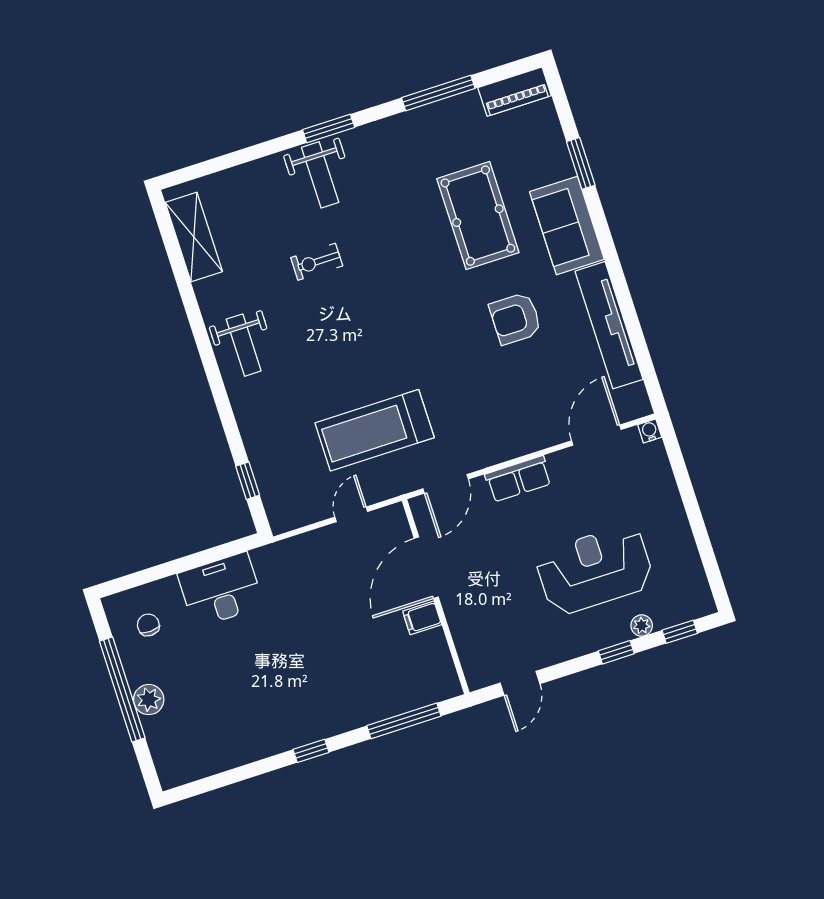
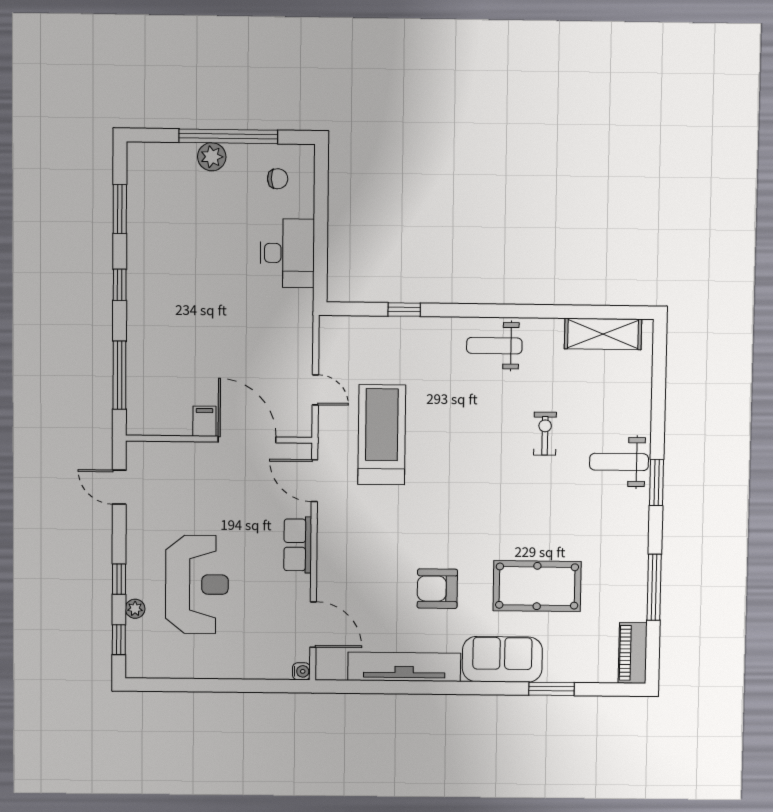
armchair: (515, 318) -> (437, 589), turned -90
window: (248, 481) -> (404, 310), moved
window: (234, 776) -> (120, 209), added

